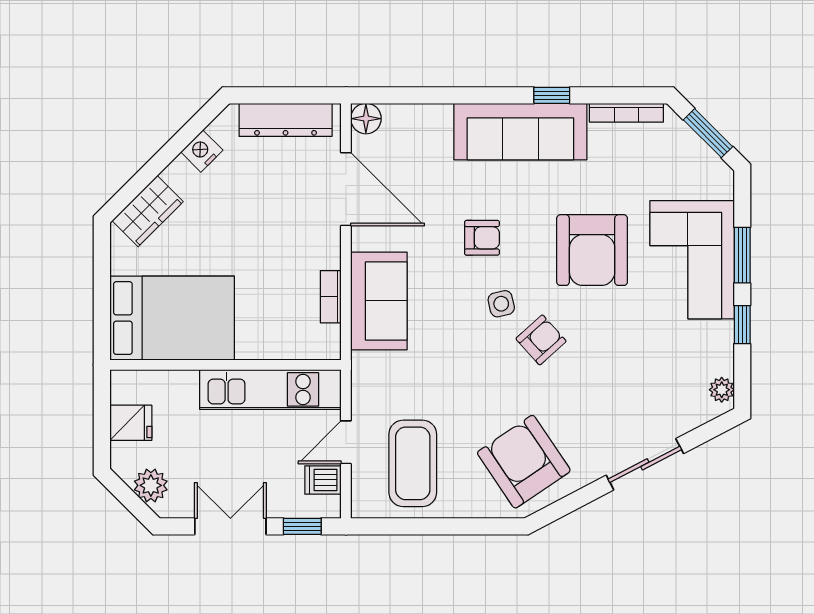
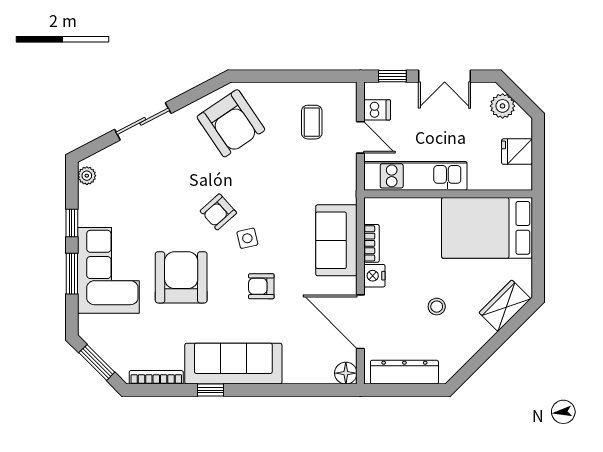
nightstand: (202, 151) -> (374, 276), moved, turned 135
stool: (241, 210) -> (437, 307), added
door: (346, 442) -> (360, 137), hinge flipped
coffee table: (413, 463) -> (312, 122), width x0.54, depth x0.58

